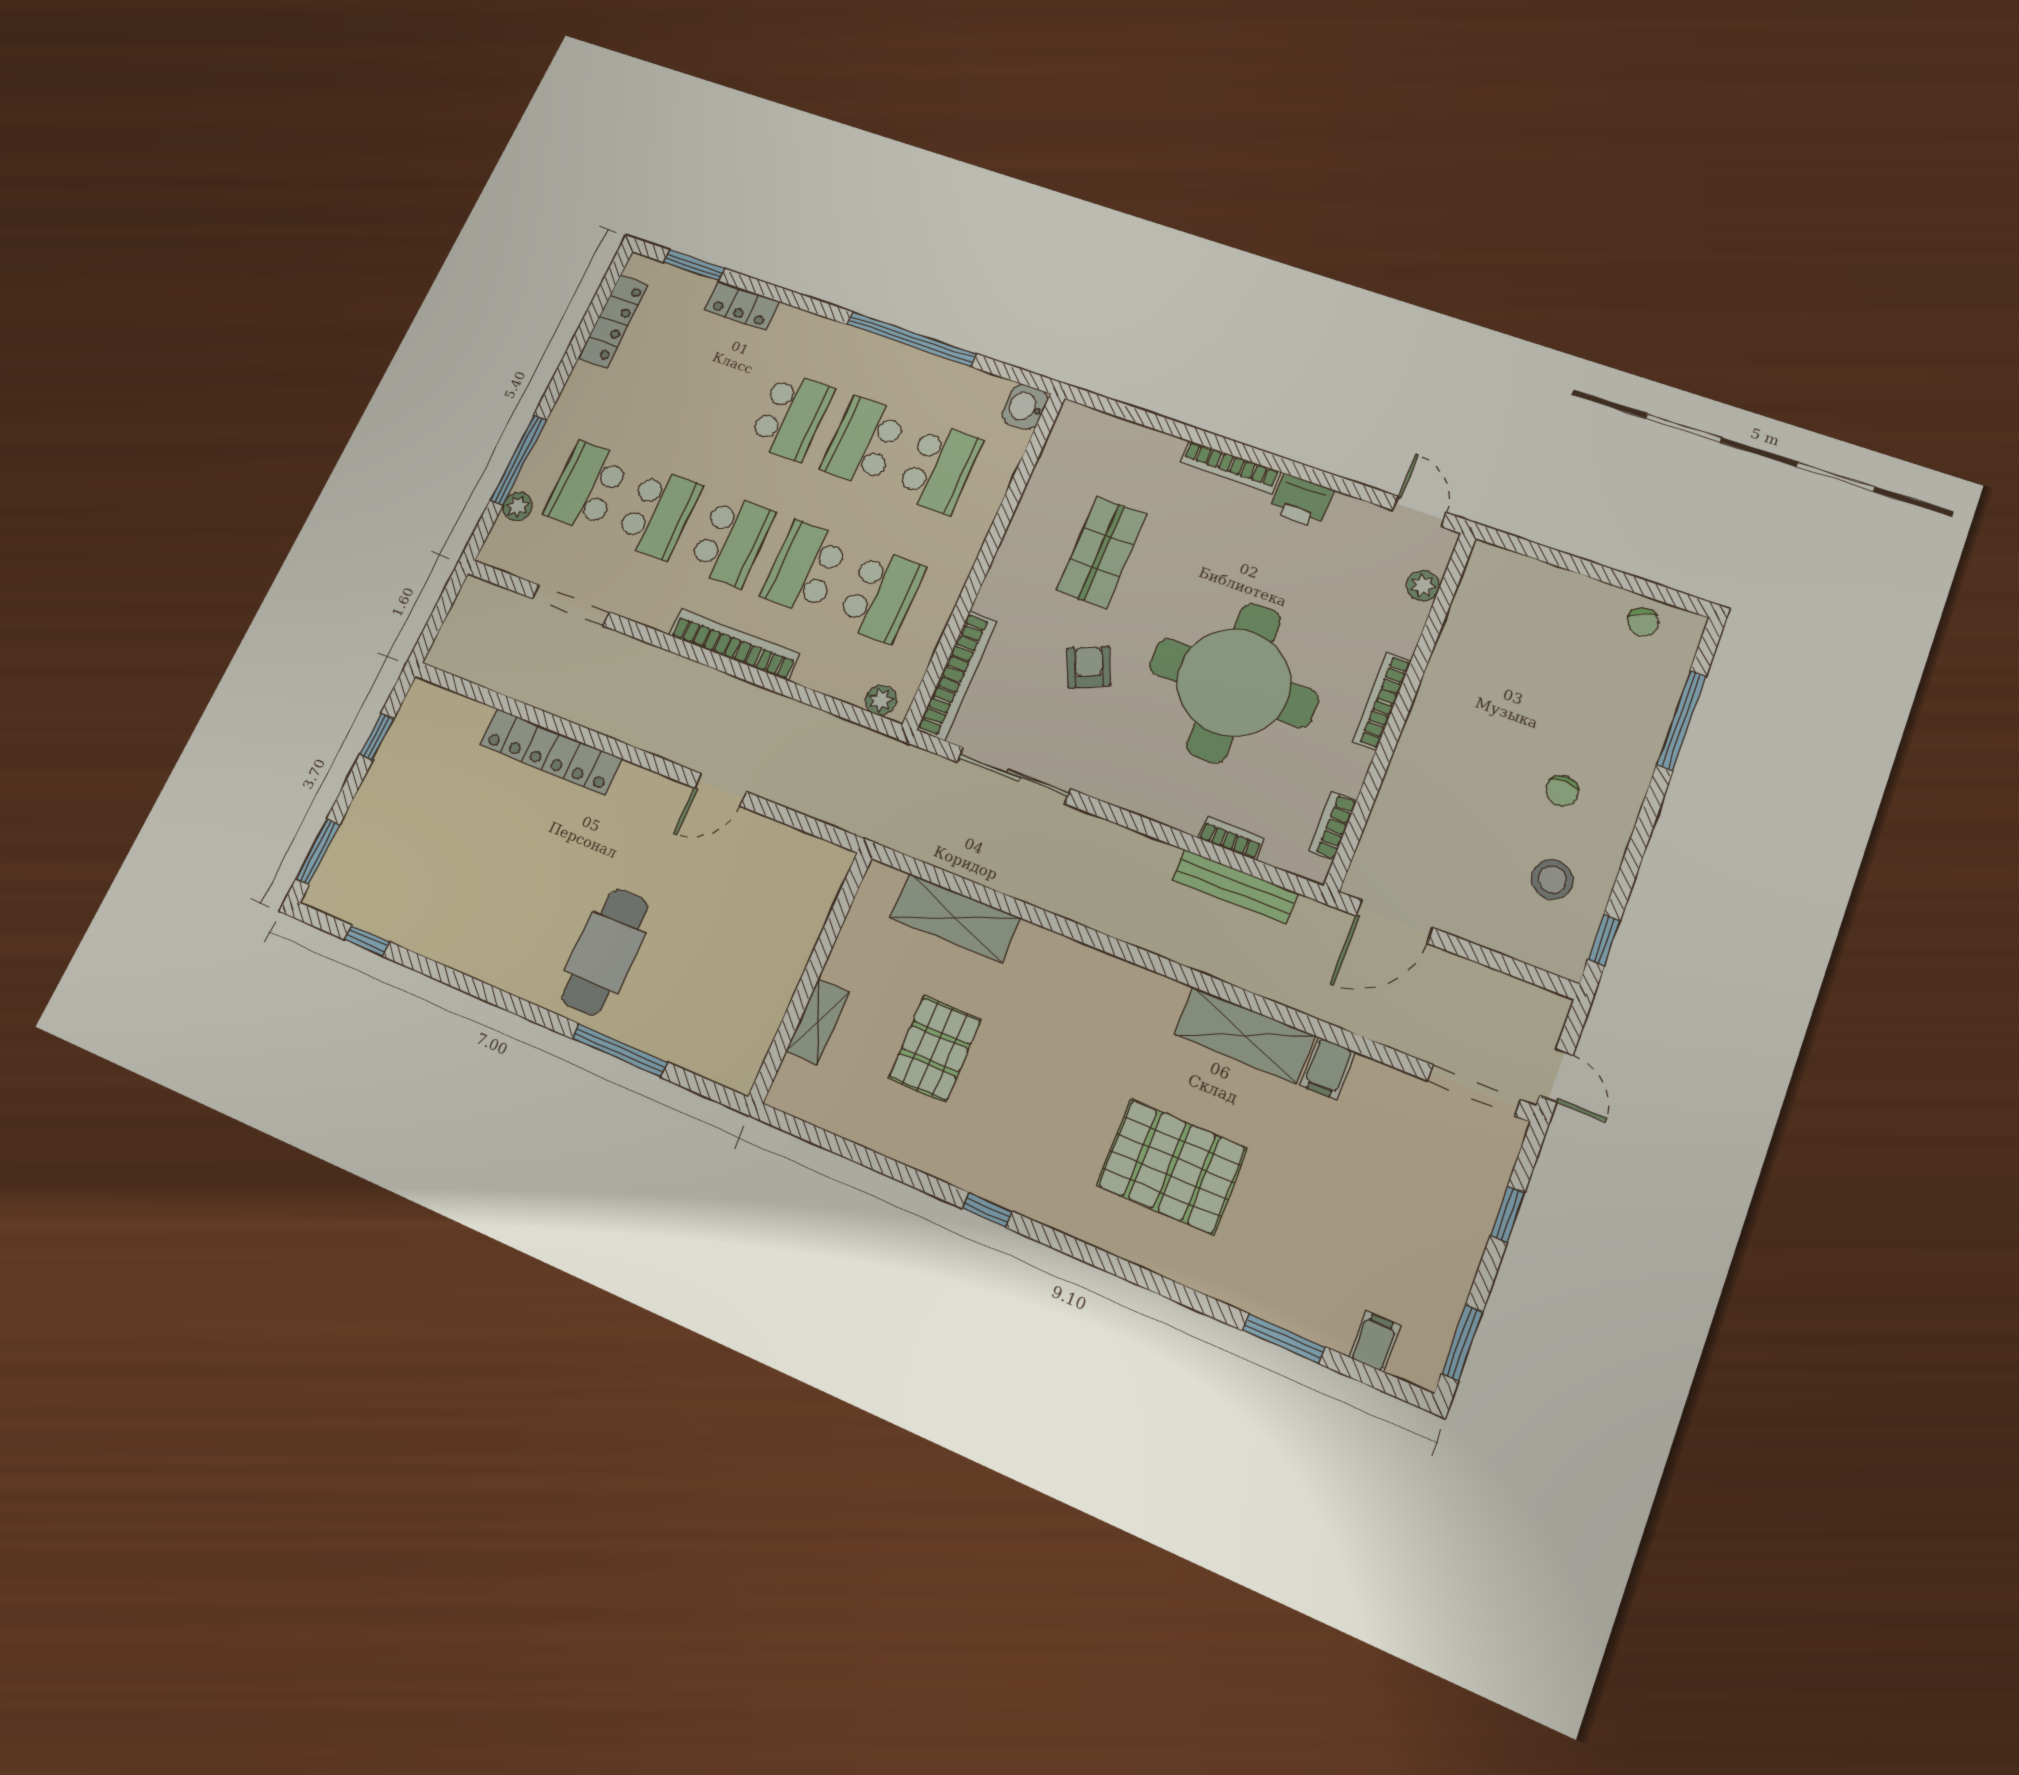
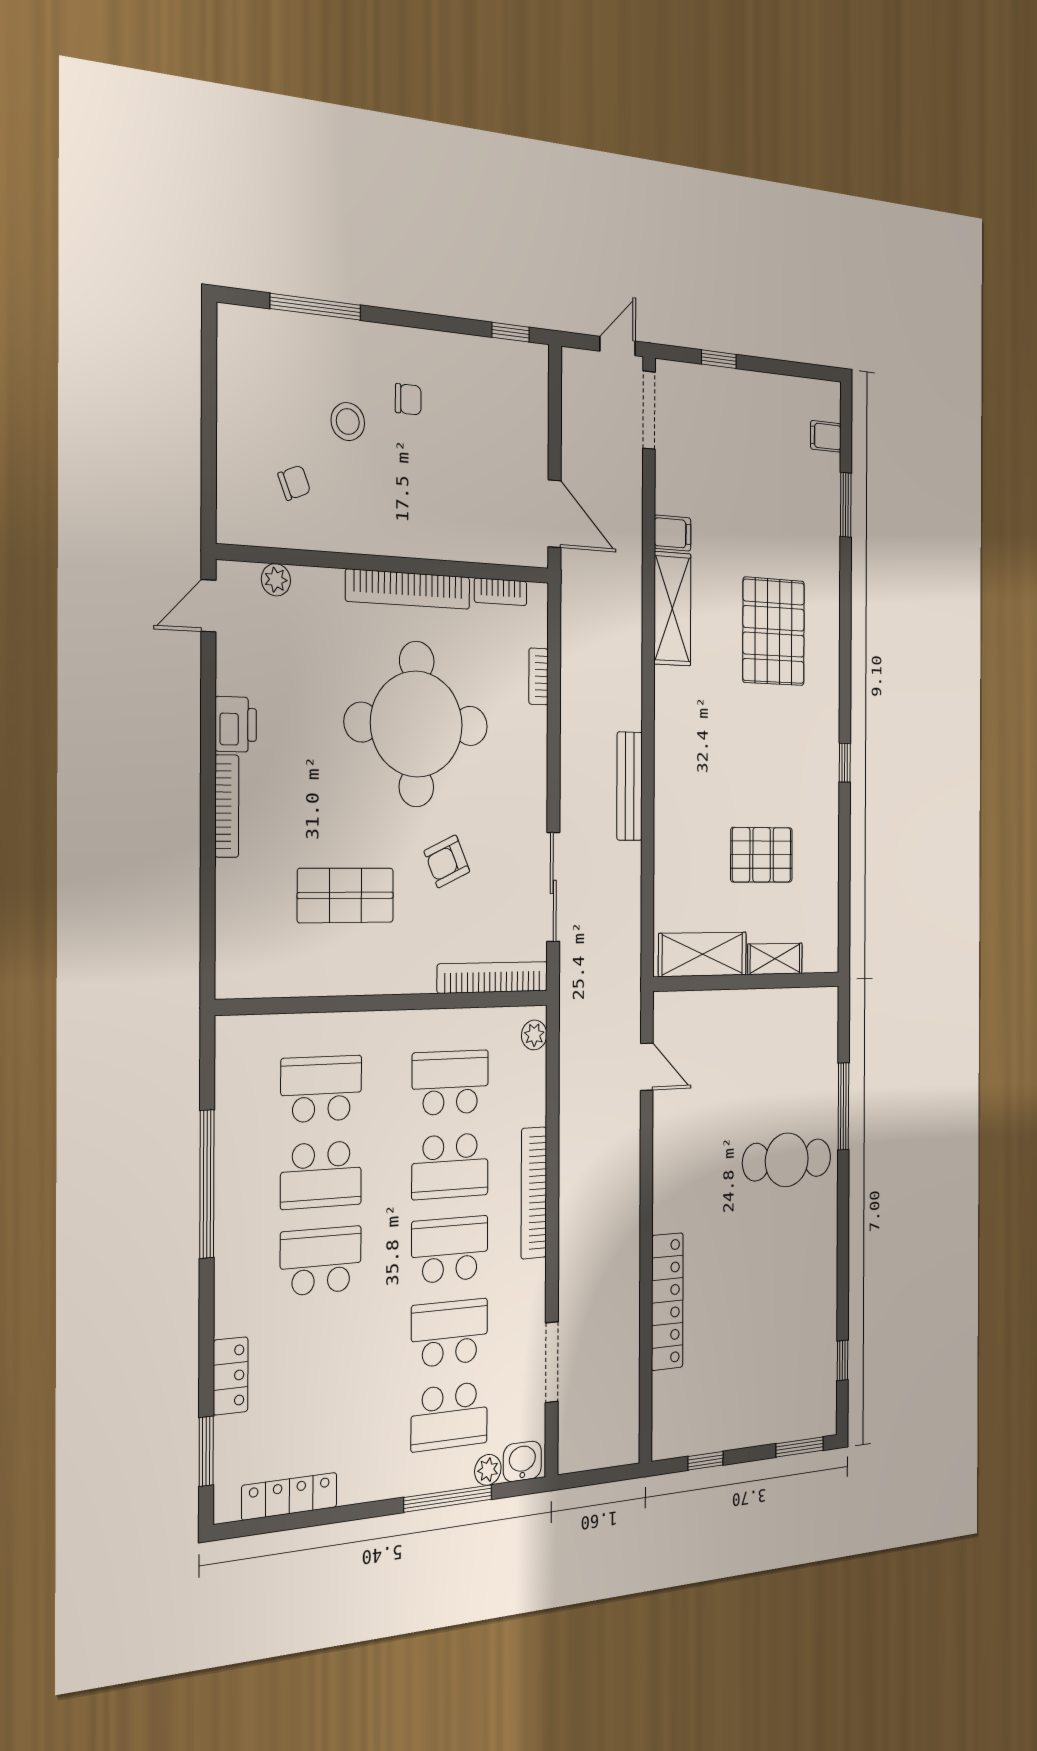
washbasin: (1025, 407) -> (522, 1461), moved, turned 180
chair: (1643, 622) -> (294, 483), moved
bookcase: (1382, 701) -> (408, 589), width x1.48, depth x1.31
door: (721, 790) -> (647, 1067), moved
stool: (1552, 880) -> (348, 422), moved
bench: (1235, 886) -> (630, 786), moved
shelving: (955, 918) -> (703, 954), moved, turned 90
window: (1462, 1343) -> (806, 370), removed

